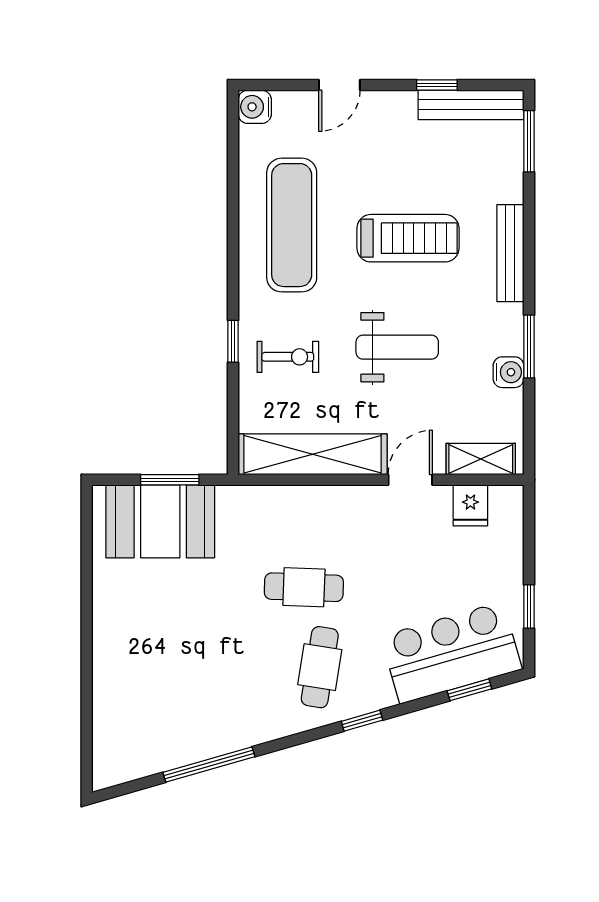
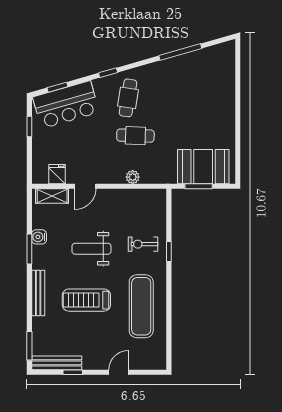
water cooler: (255, 107) -> (159, 362), removed
shelving: (313, 454) -> (131, 198), removed
plant: (310, 499) -> (133, 177), added

